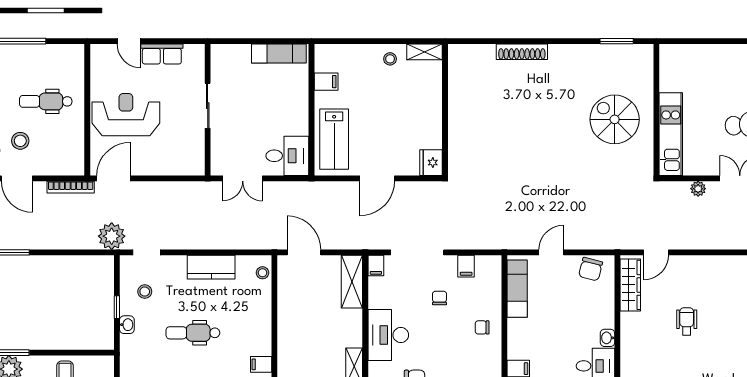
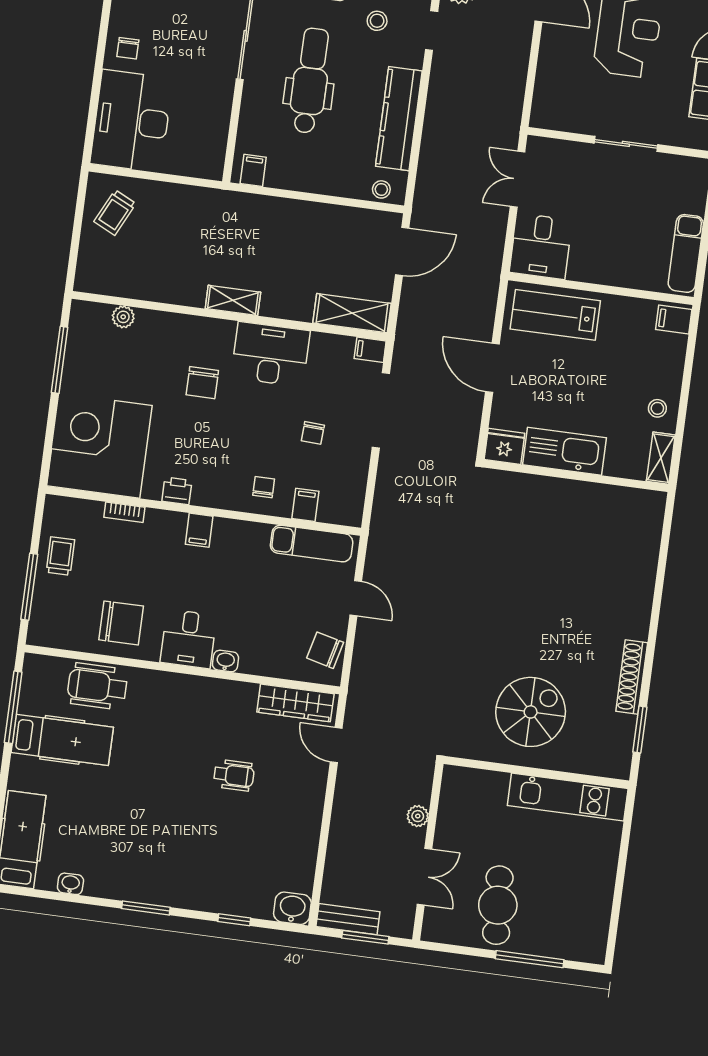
shoe rack: (522, 52) -> (632, 677), moved
filing cabinet: (326, 82) -> (674, 320), moved, turned 90
kitchen sink: (429, 120) -> (564, 451), added
kitchen unit: (671, 134) -> (568, 797), moved
filing cabinet: (466, 266) -> (305, 505), moved, turned 90
kitchen counter: (211, 267) -> (399, 119), width x1.50
chair: (439, 298) -> (313, 433), turned 93
dental chair: (193, 333) -> (310, 81), width x1.36, depth x1.38

